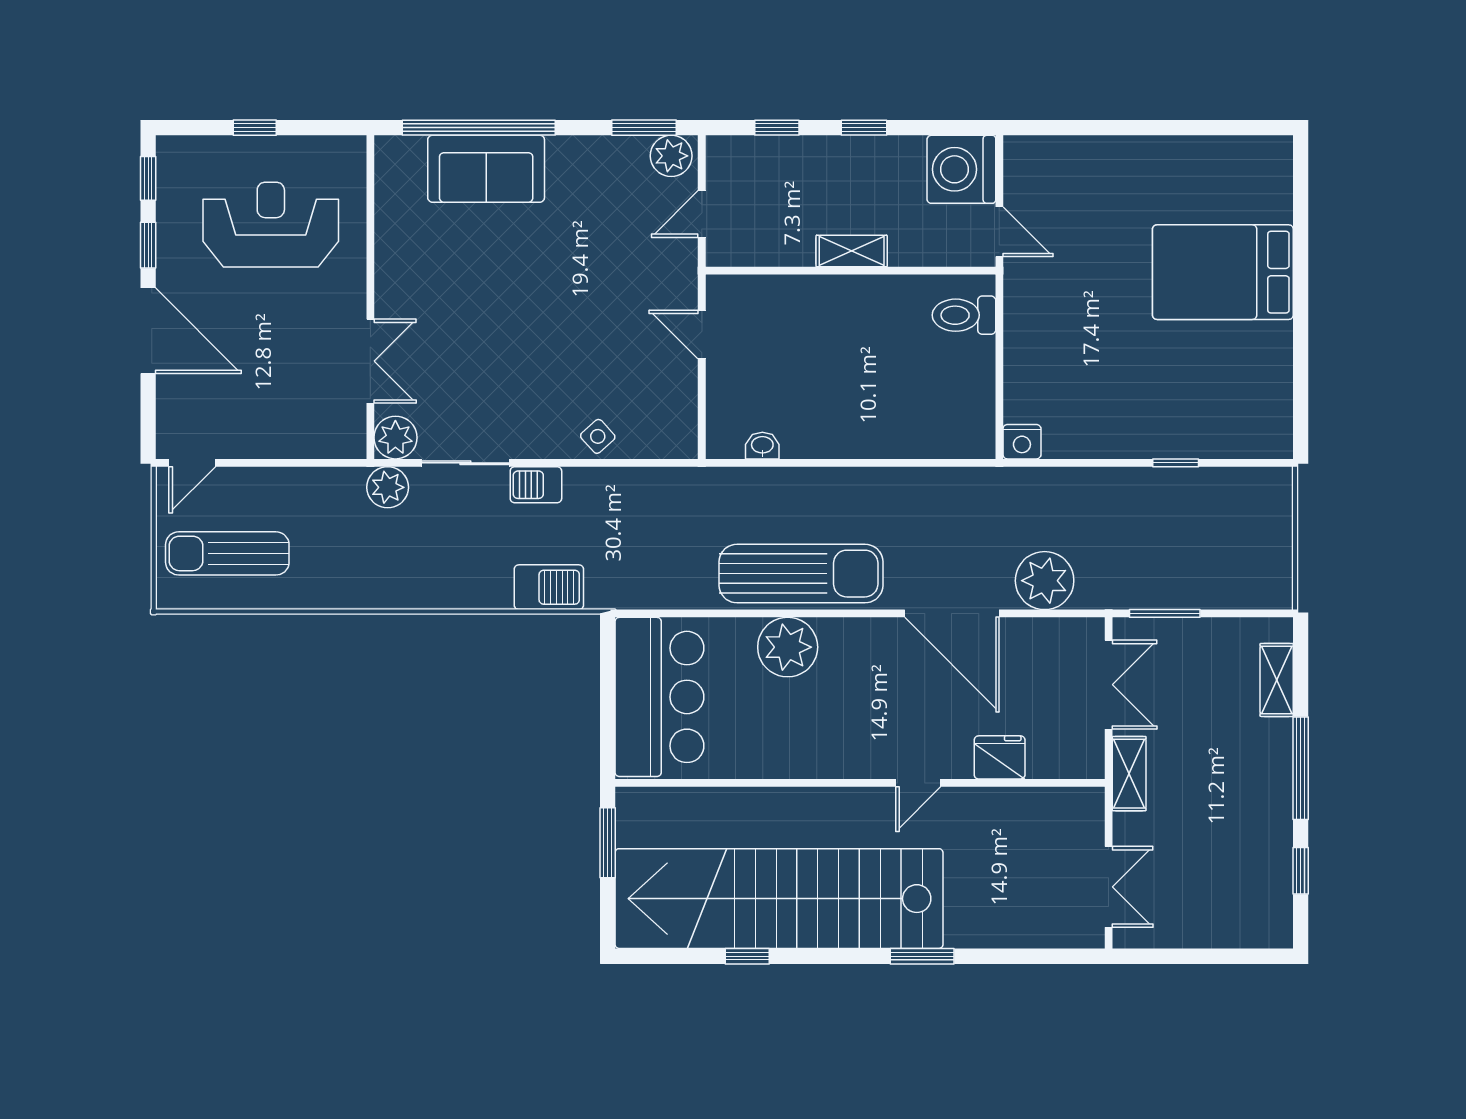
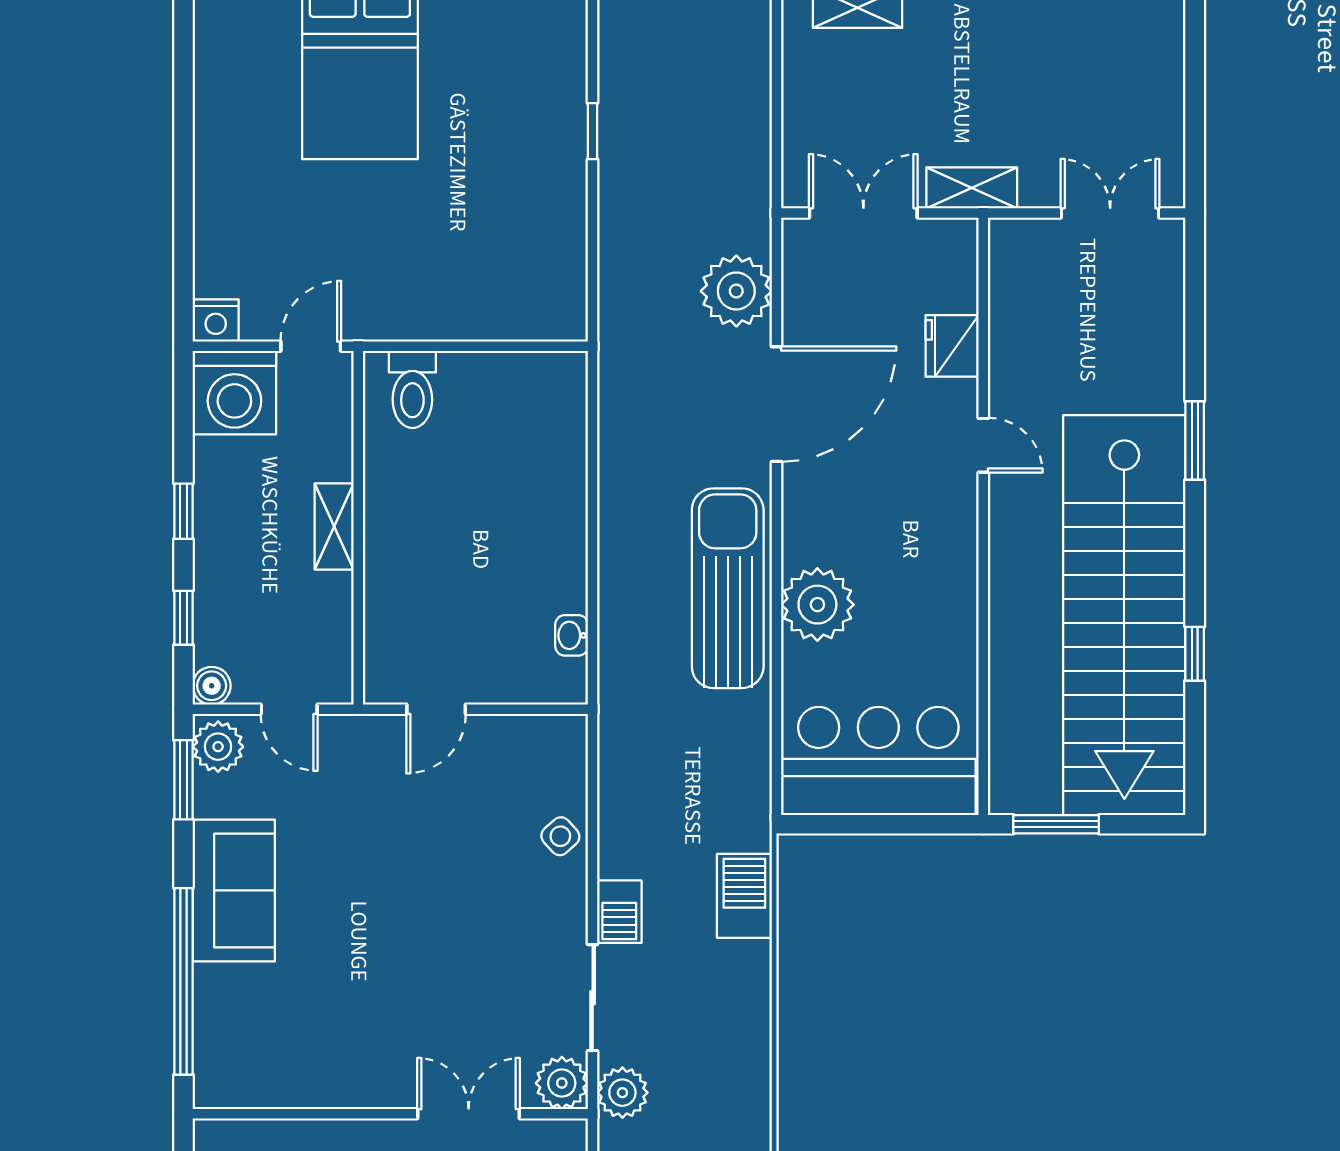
boiler: (721, 151) -> (212, 686), added
sofa: (486, 169) -> (234, 890), moved
nightstand: (1022, 442) -> (216, 320), moved, turned 90
window: (1165, 613) -> (776, 144), removed

